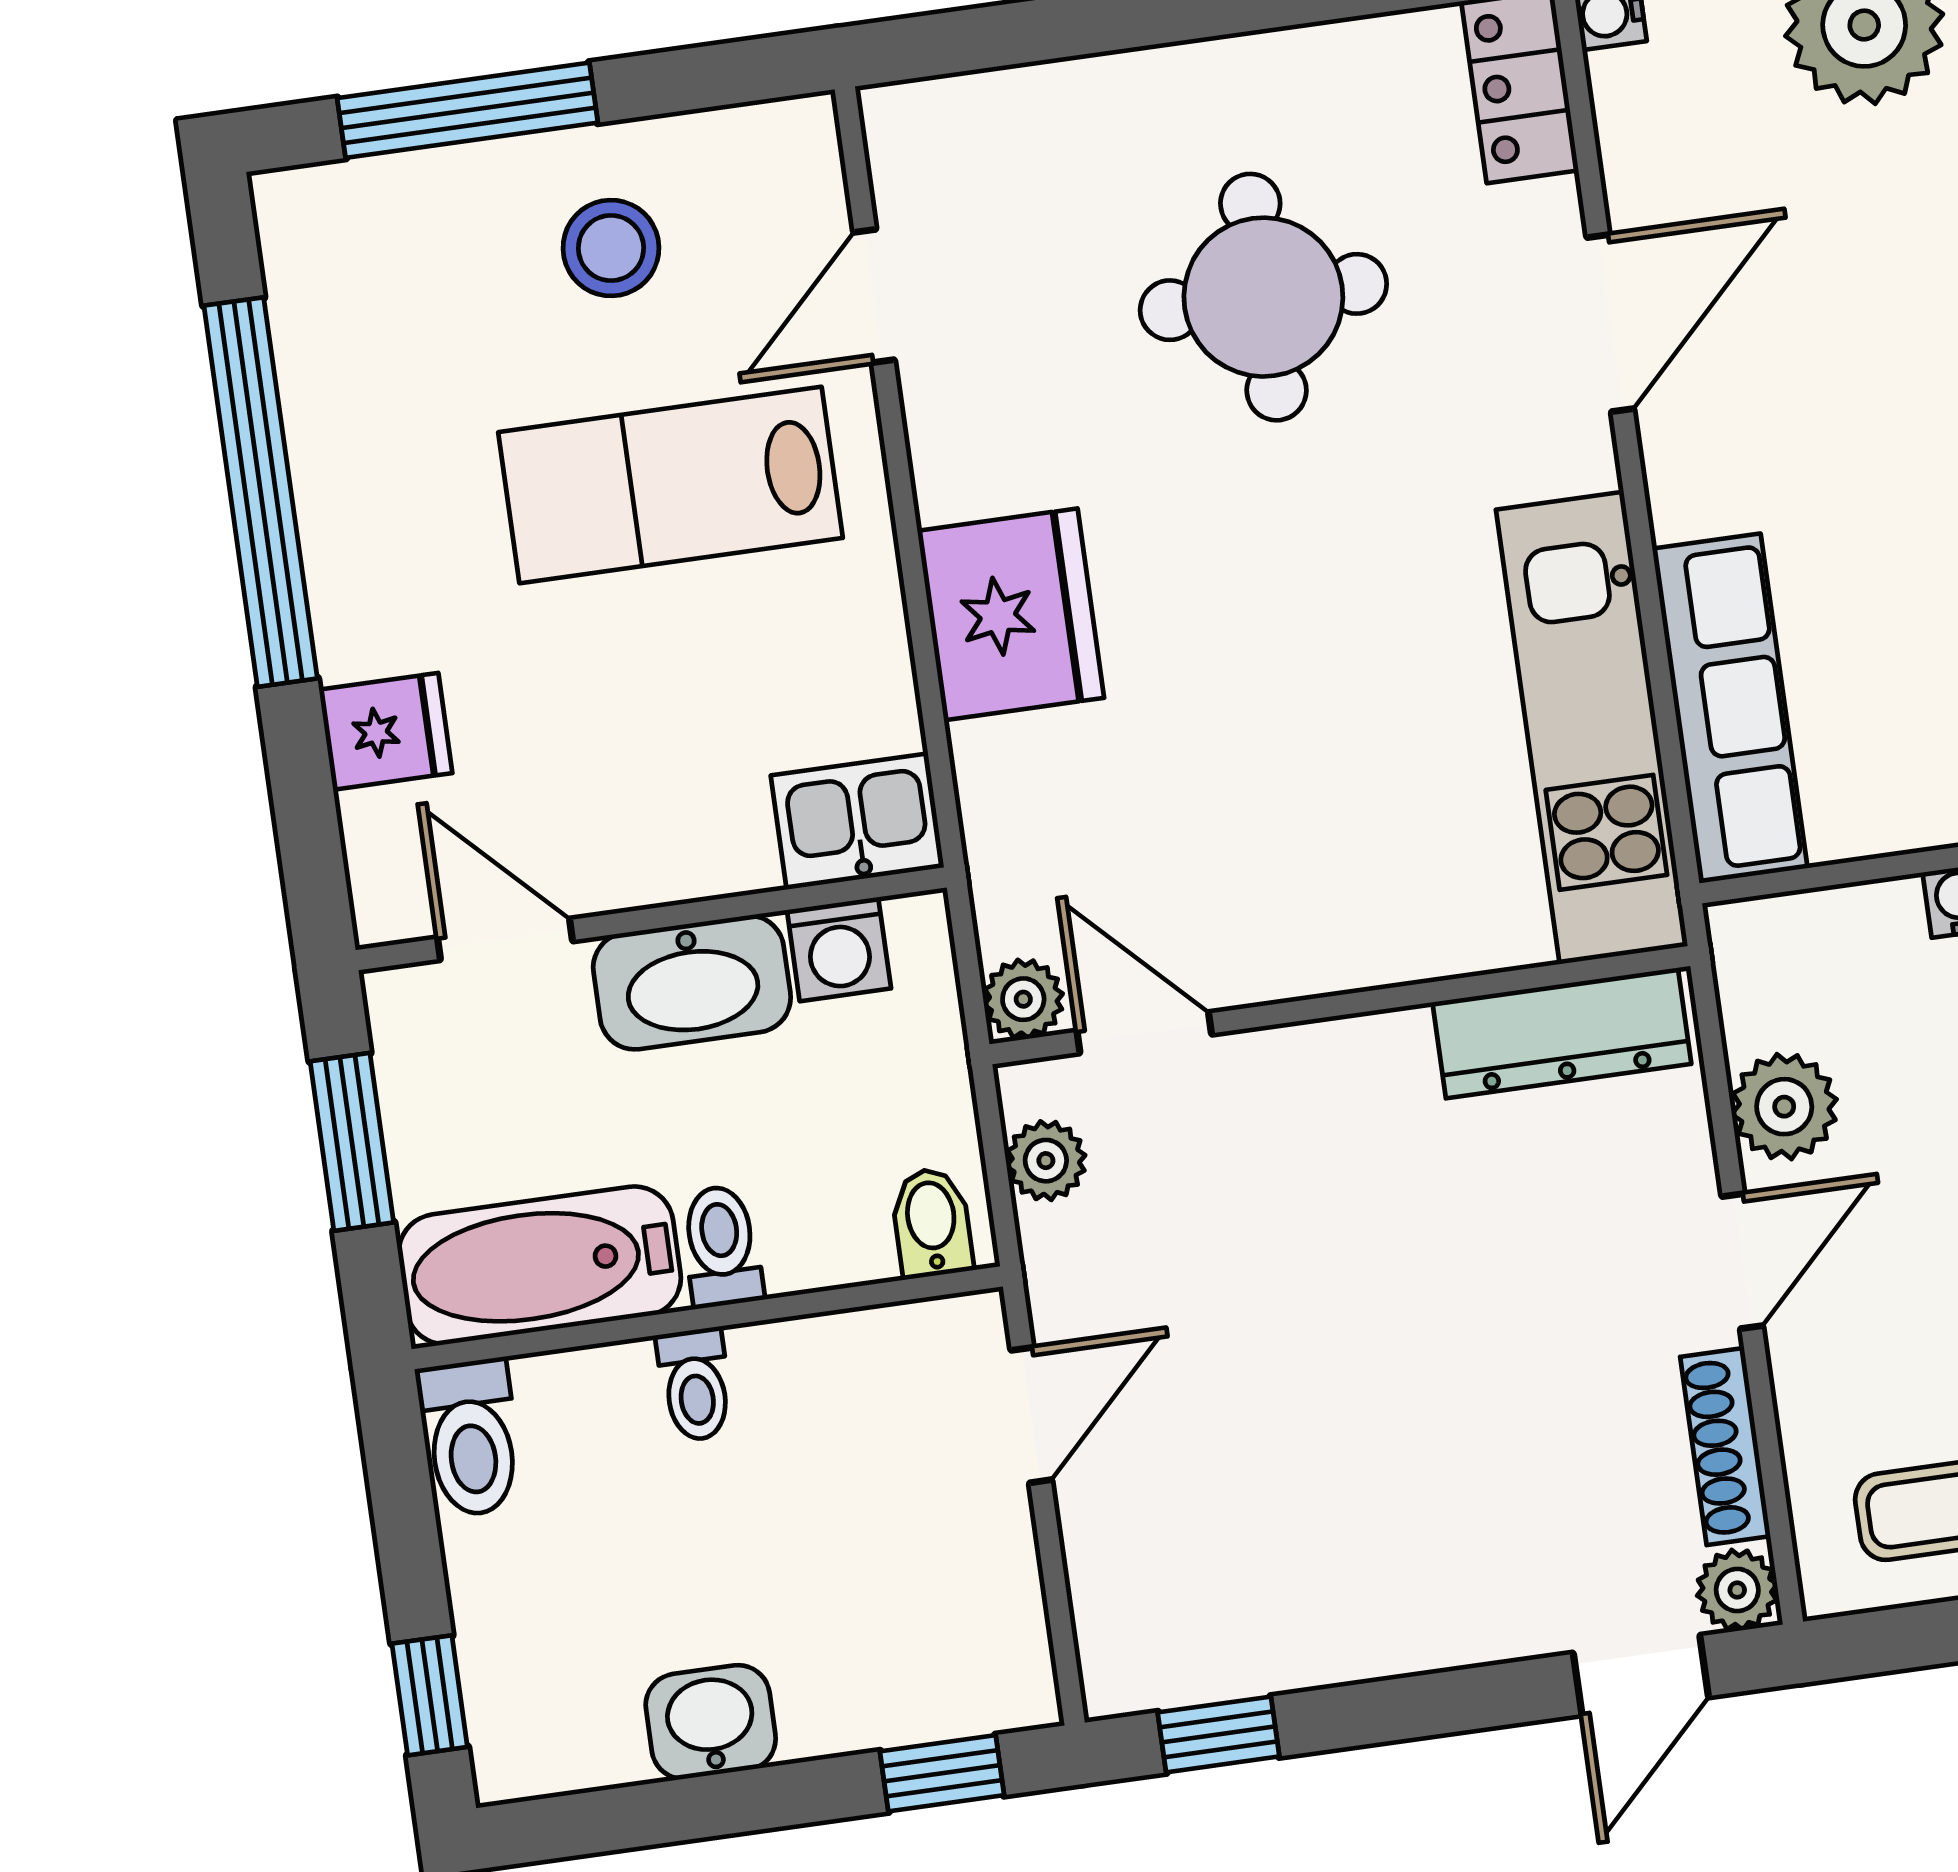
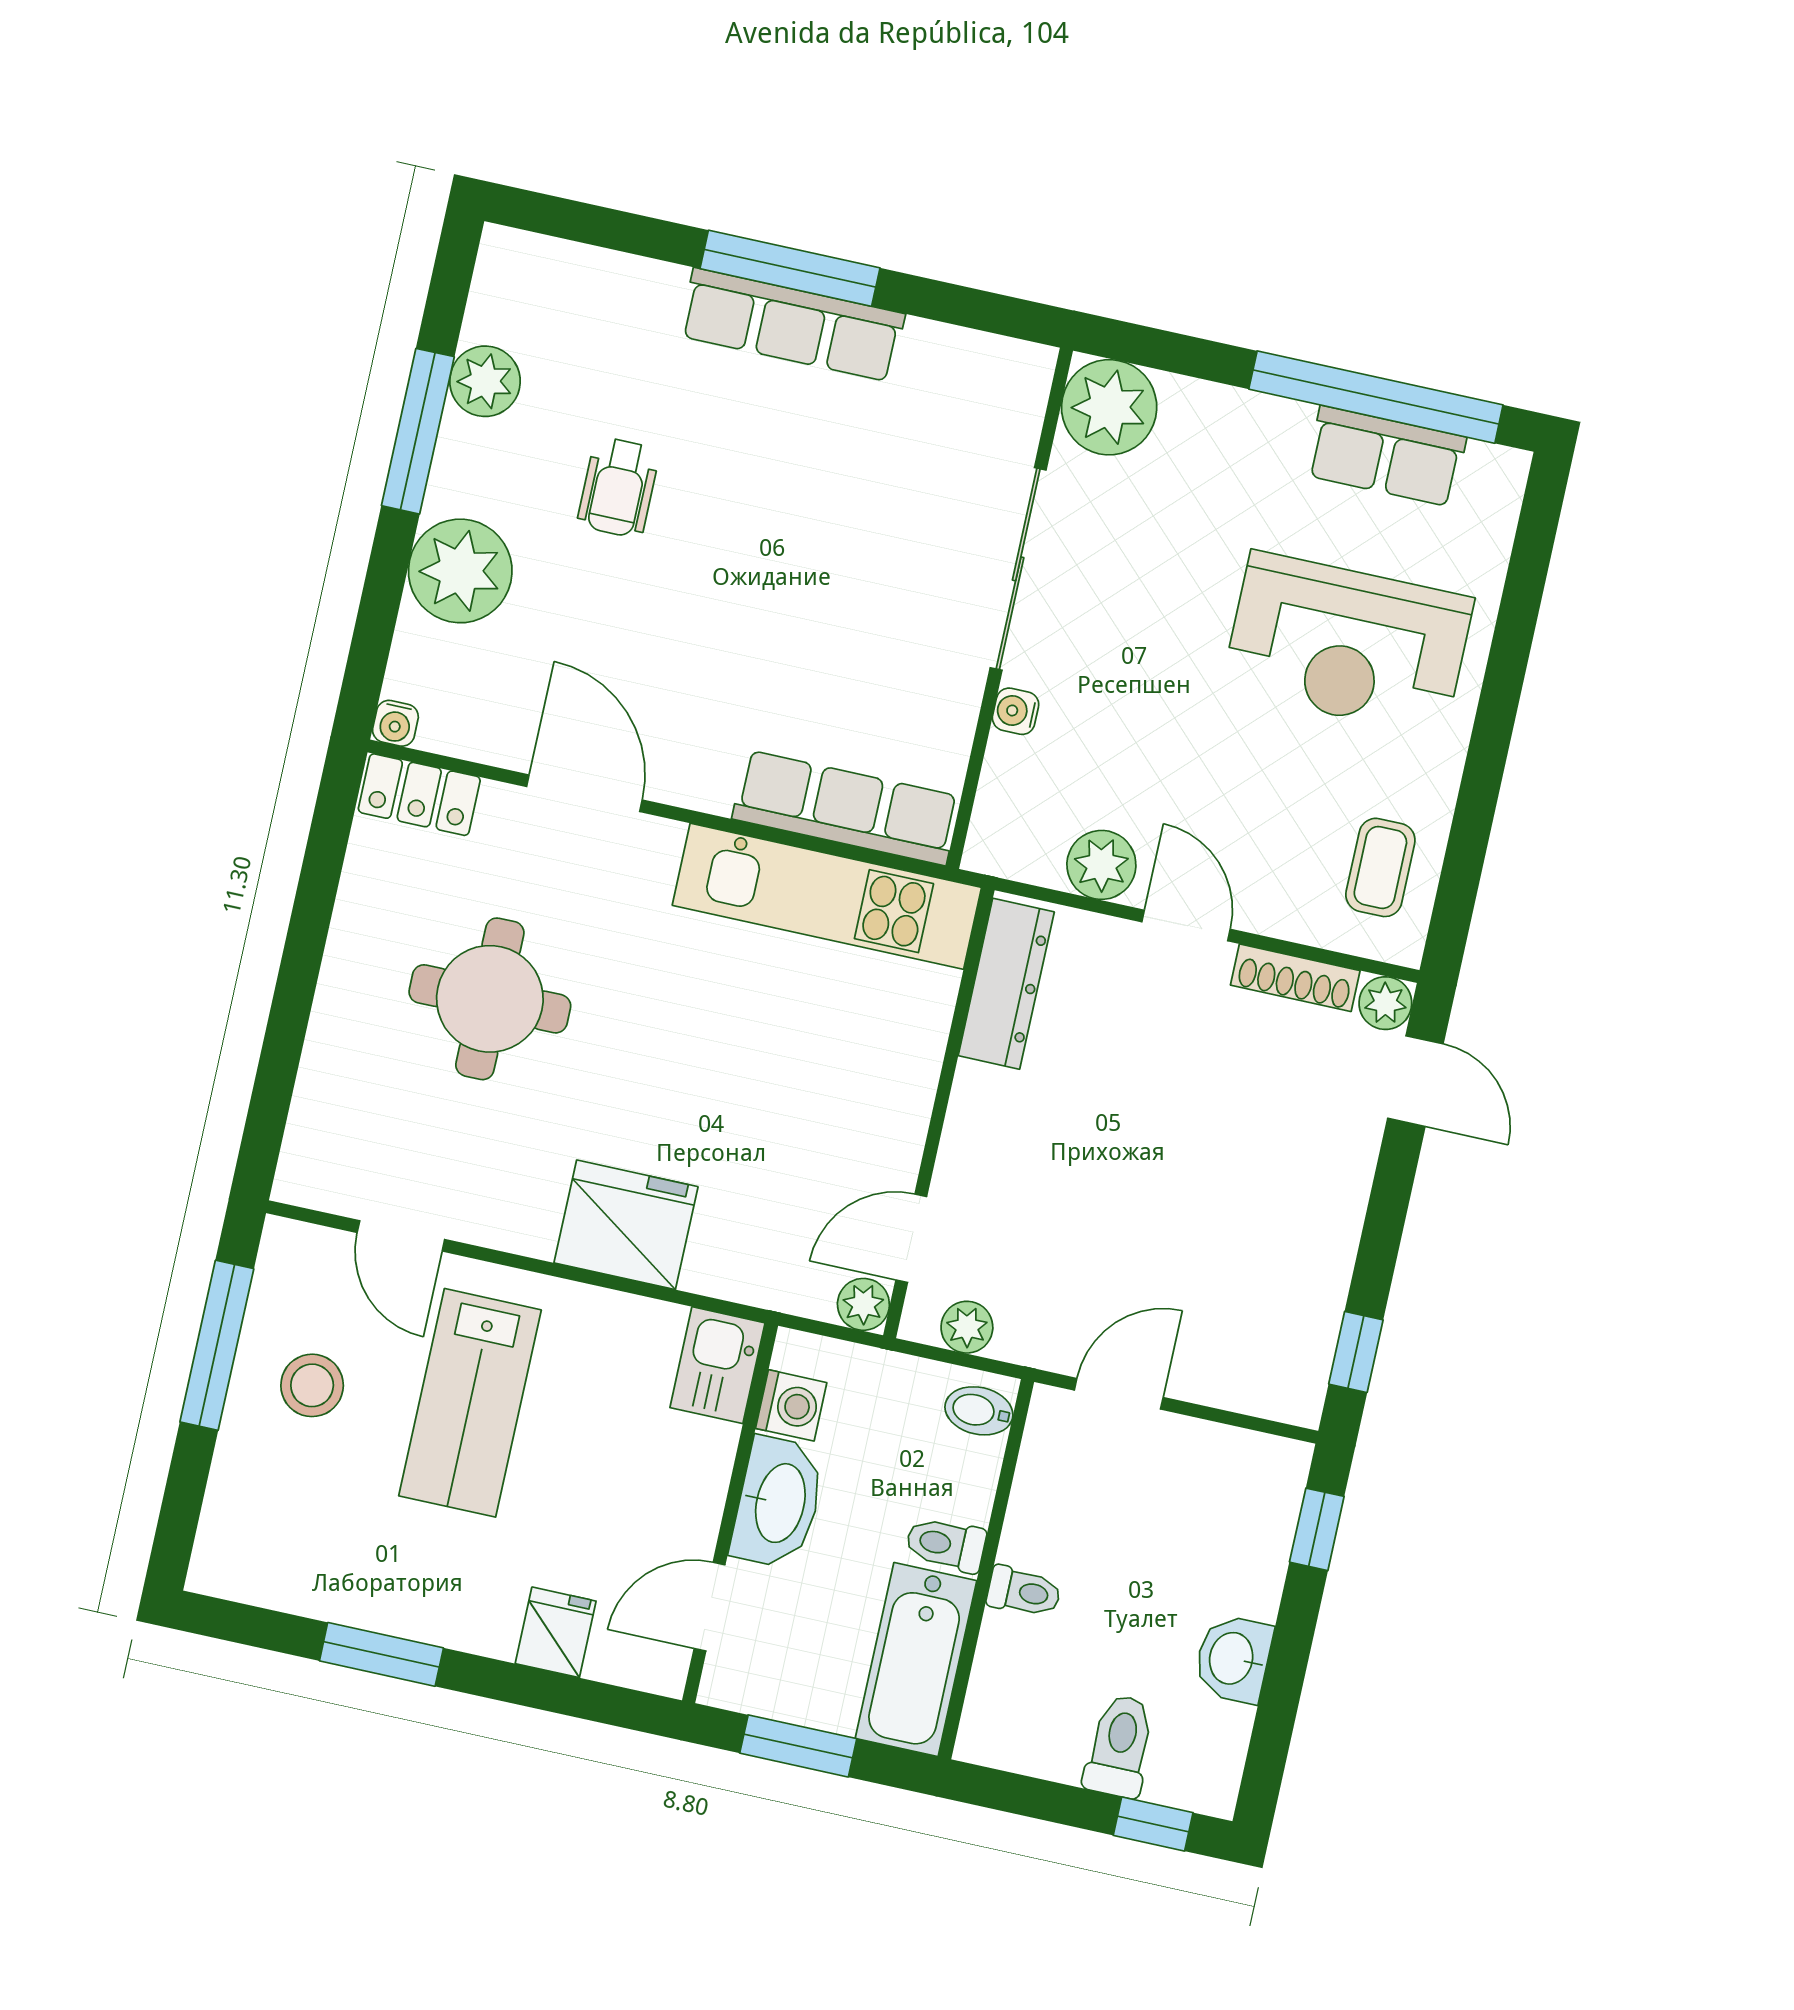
window: (468, 110) -> (217, 1345), moved
window: (261, 492) -> (381, 1654), width x0.47
door: (1031, 1415) -> (1119, 1394), hinge flipped
toilet: (470, 1438) -> (1120, 1746), moved, turned -90

